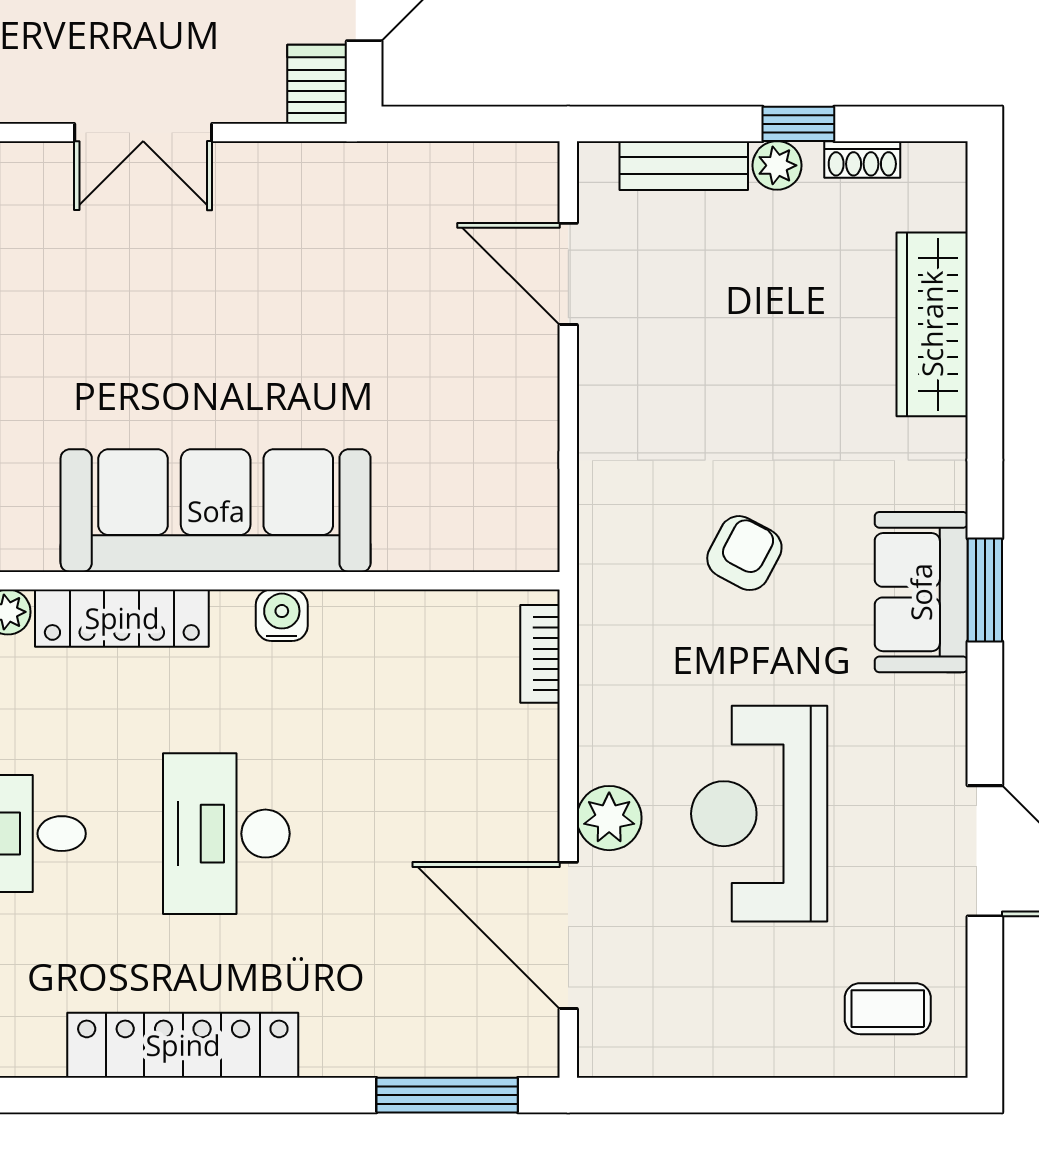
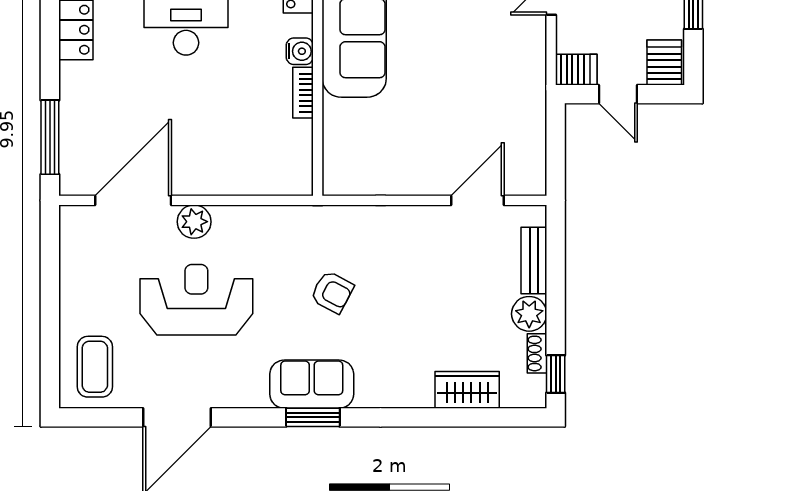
window: (798, 124) -> (556, 374), moved
plant: (777, 165) -> (529, 314), width x1.38, depth x1.38
wardrobe: (932, 324) -> (467, 390), width x0.67
bookcase: (540, 654) -> (303, 93), moved, turned -90
coffee table: (888, 1009) -> (95, 367), width x1.36, depth x1.30

